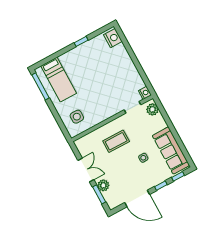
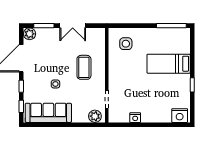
bed: (59, 80) -> (169, 64), moved
nightstand: (145, 93) -> (135, 118), moved
plant: (103, 185) -> (30, 34), moved

